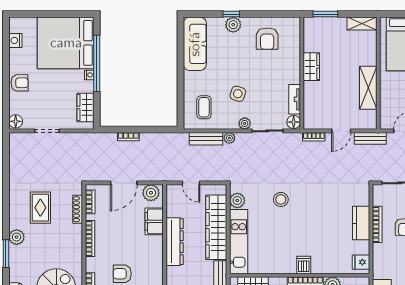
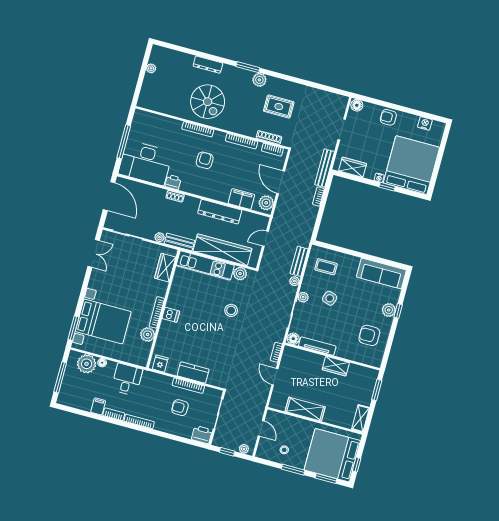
window: (97, 63) -> (387, 187), width x0.32
armchair: (20, 83) -> (388, 117), turned 91
tv unit: (295, 99) -> (317, 346), width x1.41
bench: (370, 138) -> (325, 168), moved, width x1.36

